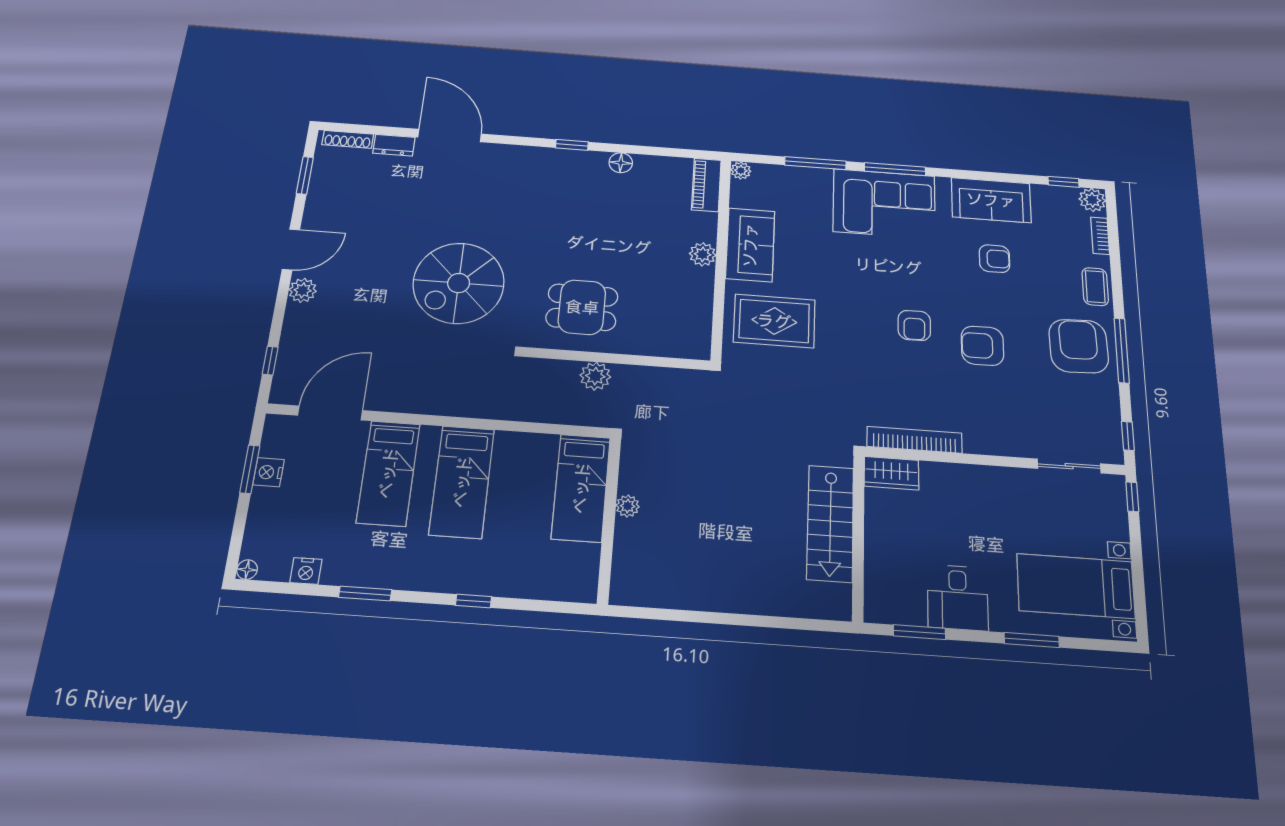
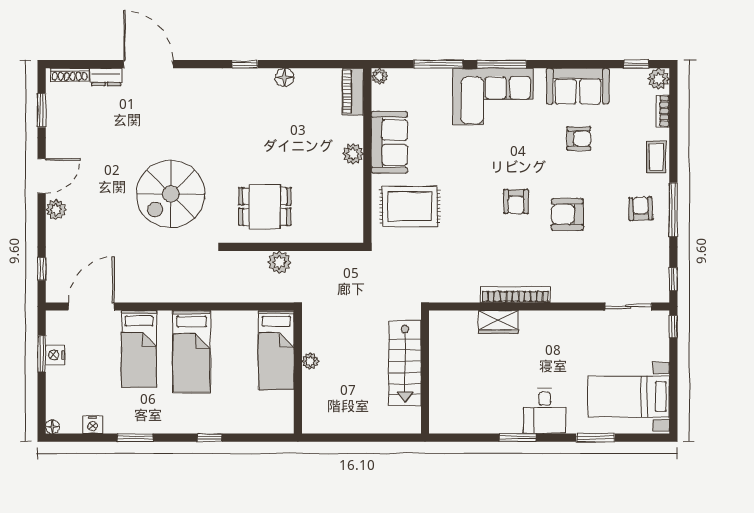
armchair: (1079, 346) -> (641, 209), width x0.53, depth x0.53
stairs: (830, 523) -> (405, 363), moved
wall: (858, 537) -> (425, 372), moved

